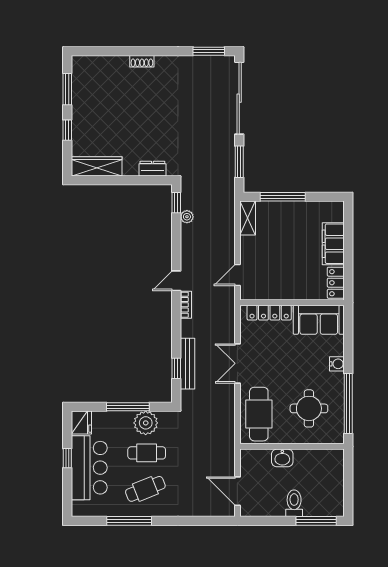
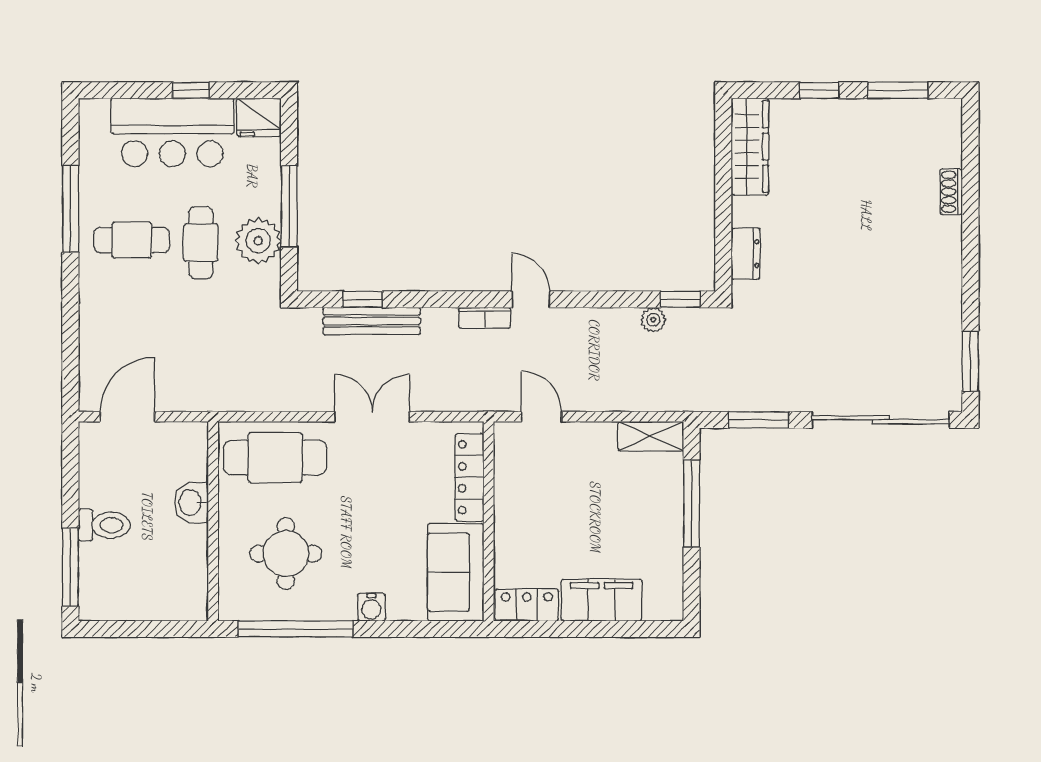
shoe rack: (142, 61) -> (951, 192), moved
cafe table: (145, 489) -> (132, 240), turned -68

